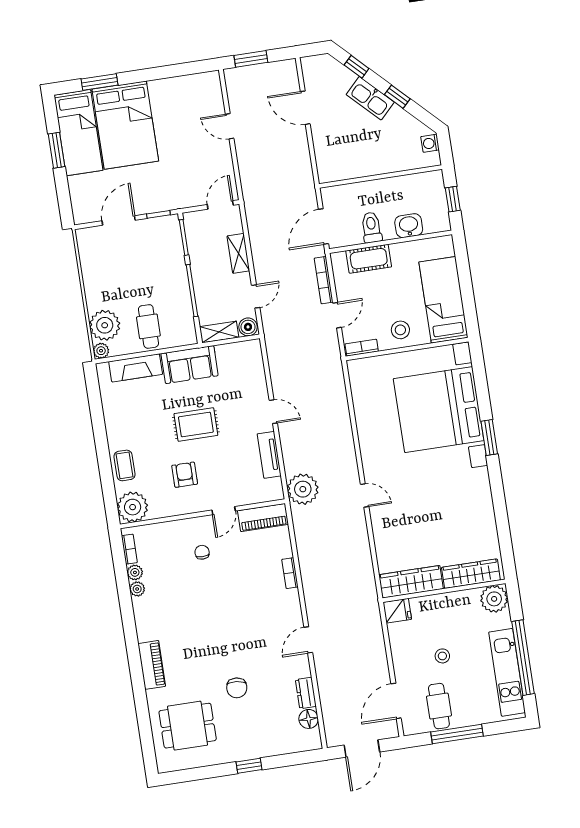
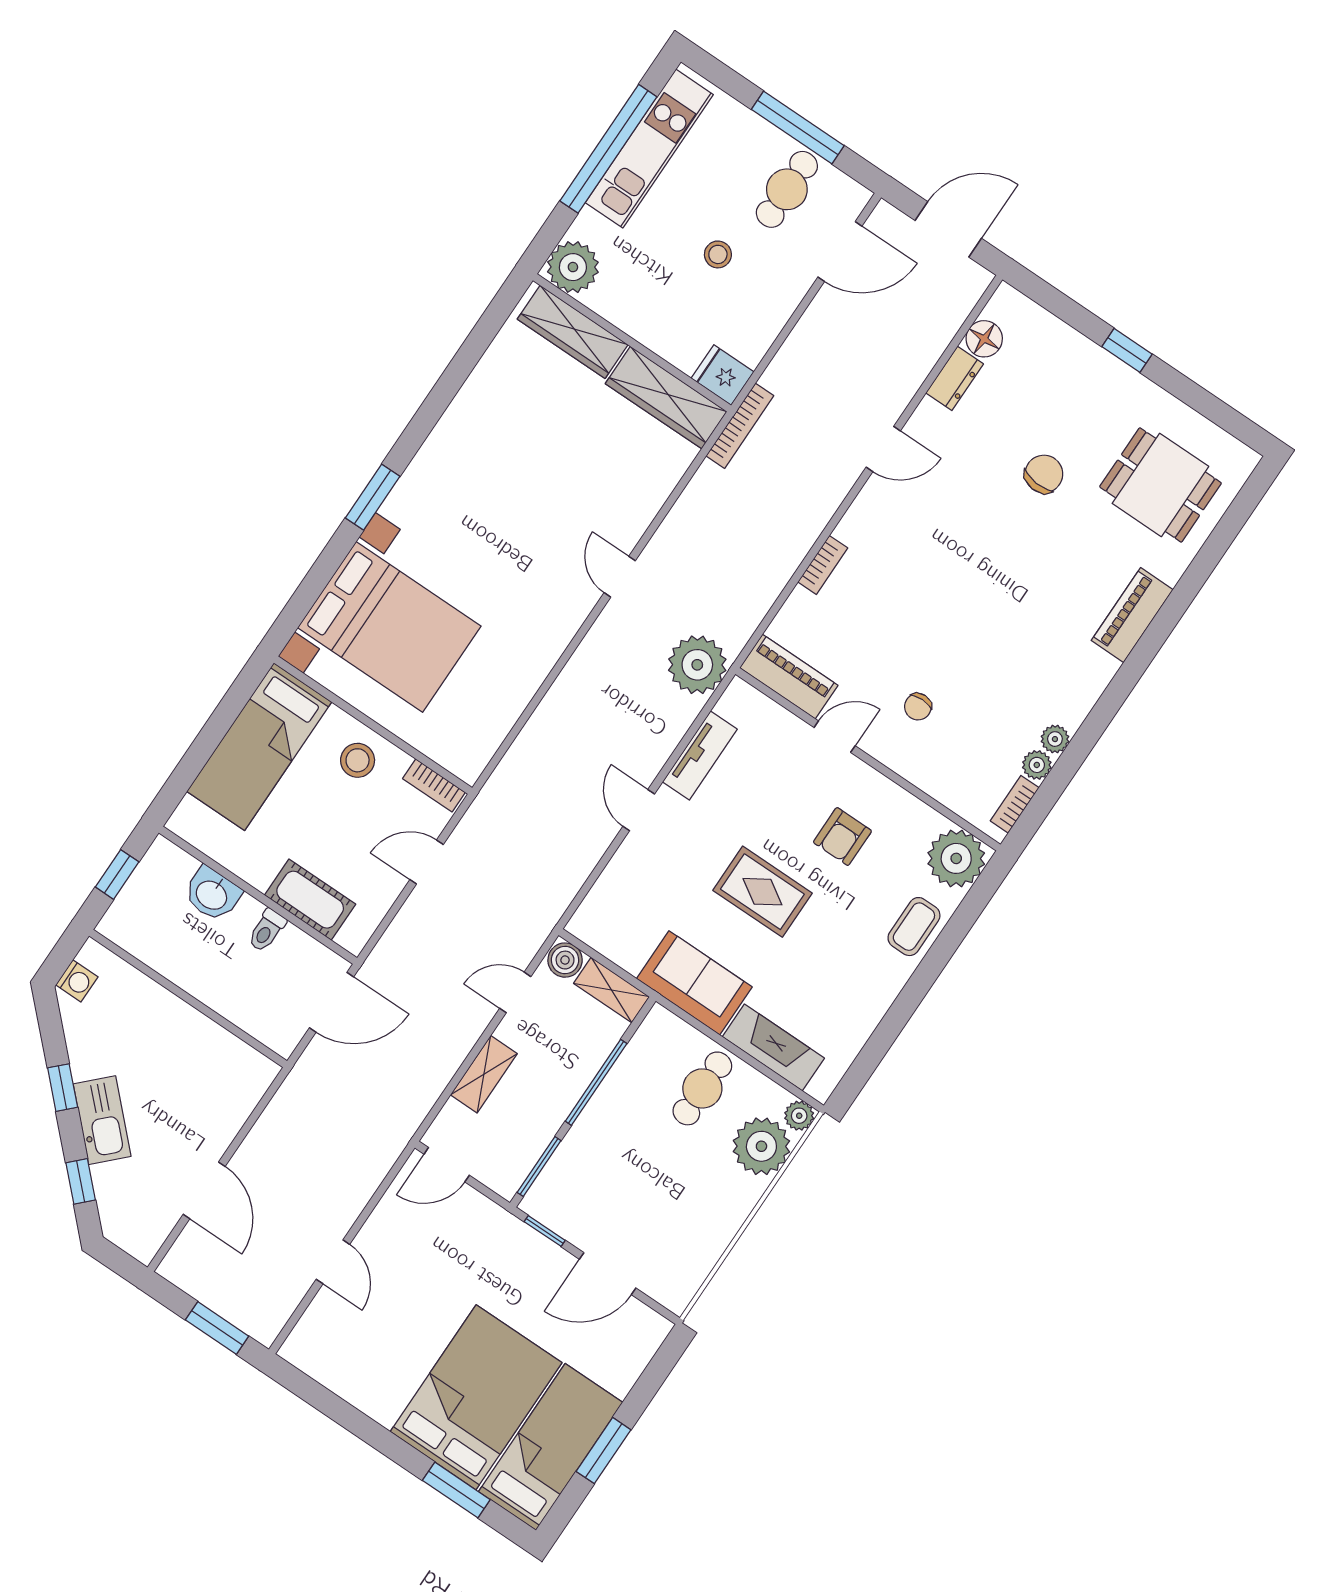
toilet: (371, 227) -> (267, 930), width x0.73, depth x0.72
bookcase: (324, 280) -> (740, 426), moved
bed with nightstands: (439, 410) -> (389, 627), width x0.73

